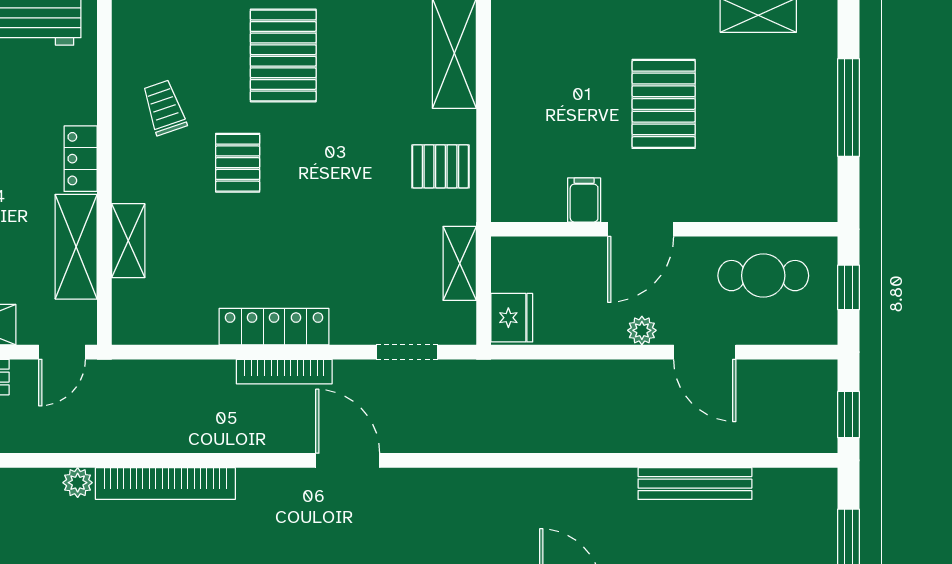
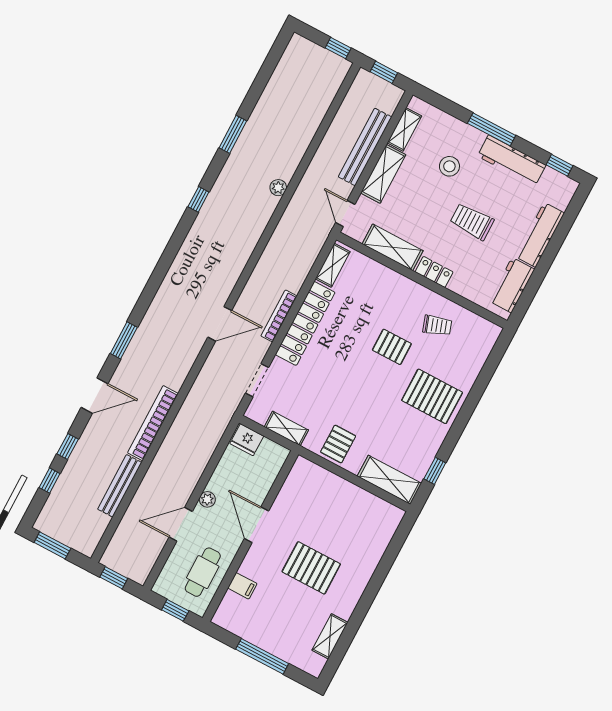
filing cabinet: (584, 200) -> (242, 586), moved
shelving: (128, 241) -> (333, 265), moved, turned 90
locker: (274, 327) -> (305, 323), width x1.41, depth x1.21
bookcase: (165, 484) -> (153, 423), moved

